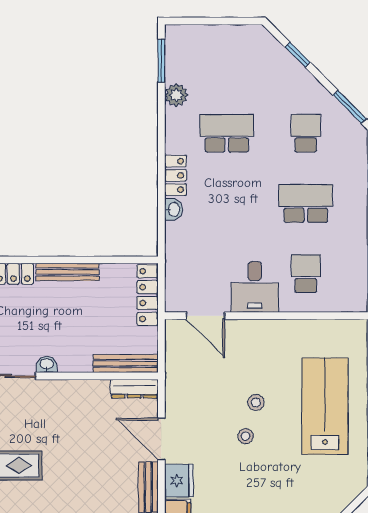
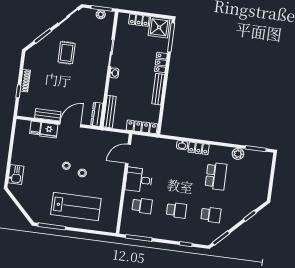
school desk: (306, 203) -> (176, 210), width x0.54

